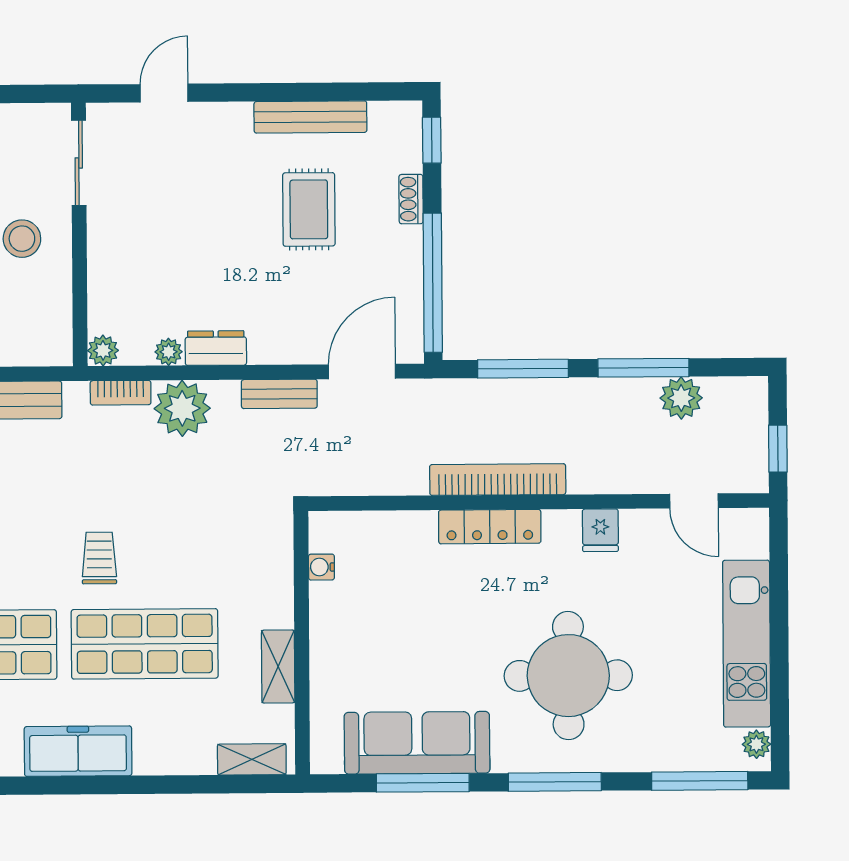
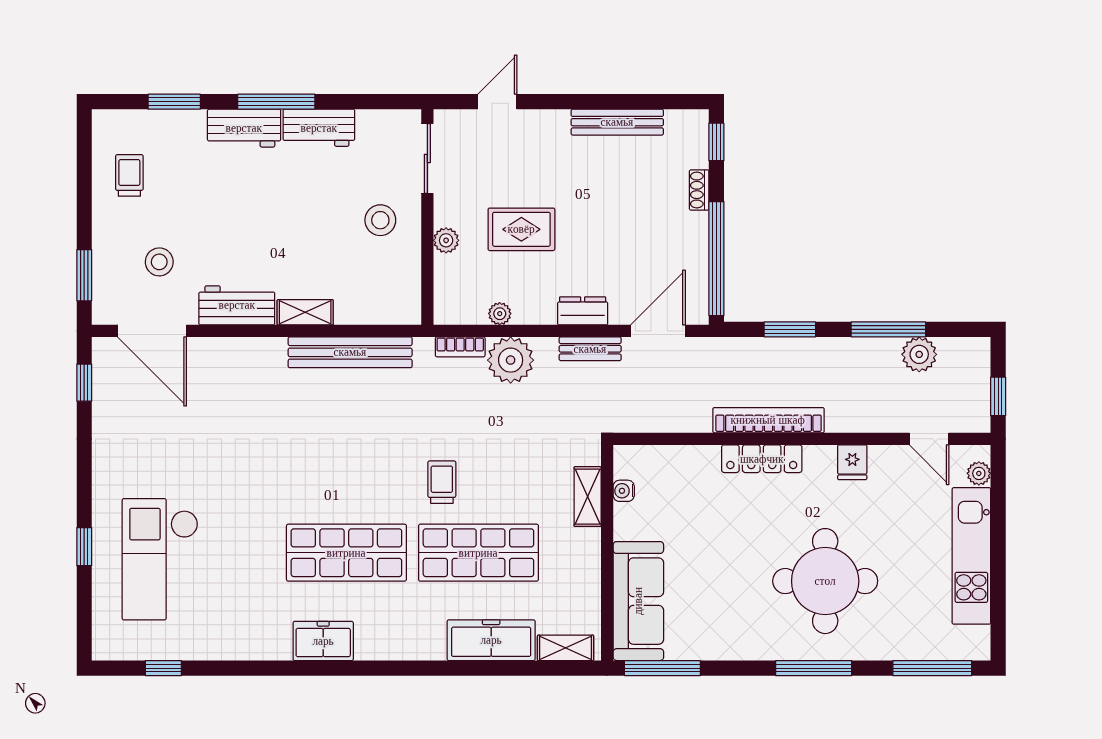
rug: (309, 209) -> (521, 229), moved, turned 90
dresser: (216, 348) -> (583, 311), moved
plant: (103, 350) -> (446, 240), moved
window: (523, 369) -> (790, 329), width x0.69
shelving: (278, 667) -> (588, 497), moved
sofa: (417, 743) -> (638, 601), moved, turned 90
plant: (756, 744) -> (979, 473), moved
freezer: (78, 751) -> (491, 640), moved
window: (423, 783) -> (662, 668), moved

